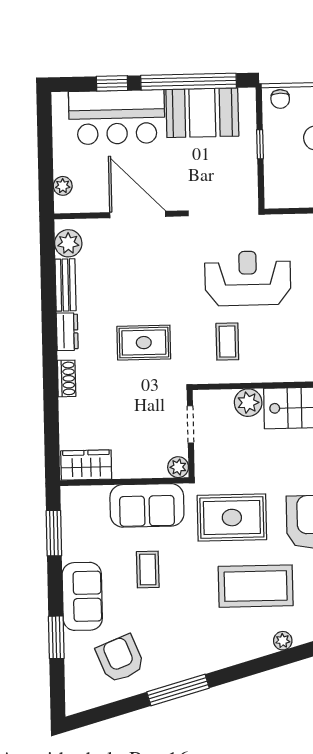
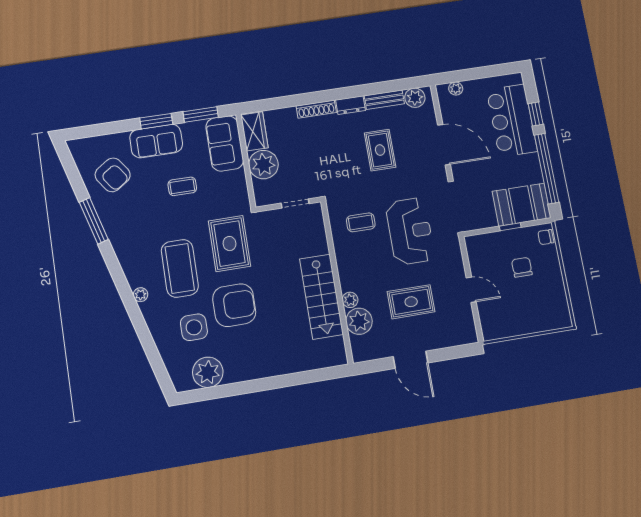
booth: (202, 113) -> (522, 205), moved, turned 90
door: (138, 214) -> (444, 145), hinge flipped
rug: (144, 343) -> (380, 150), moved
shoe rack: (67, 378) -> (316, 109), width x1.43
plant: (248, 403) -> (318, 244), removed
plant: (178, 467) -> (263, 165), moved, width x1.87, depth x1.87
sofa: (147, 505) -> (225, 143), moved
window: (56, 637) -> (156, 121), moved
armchair: (120, 659) -> (113, 175), turned 77

